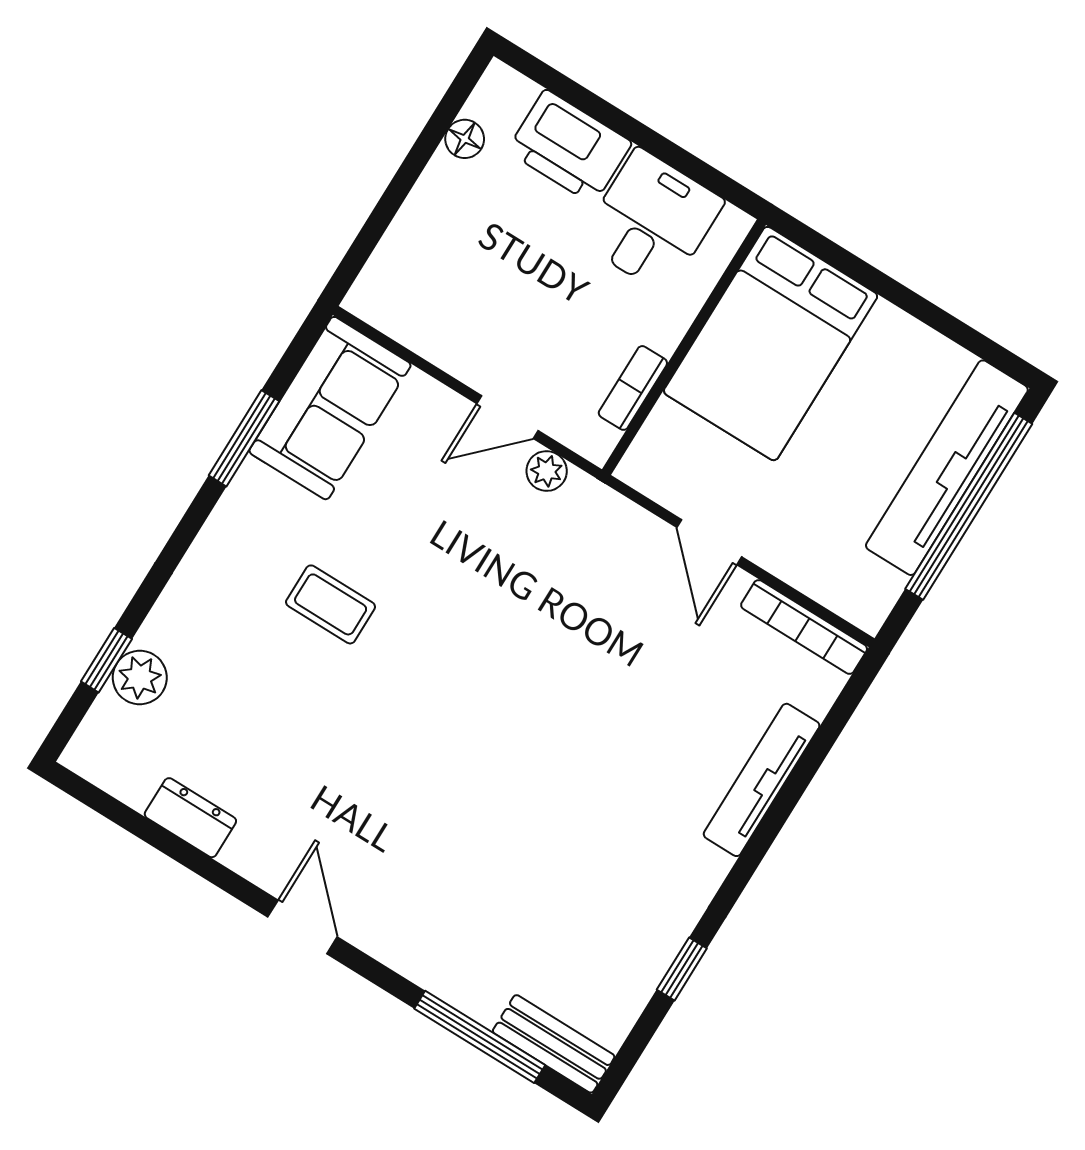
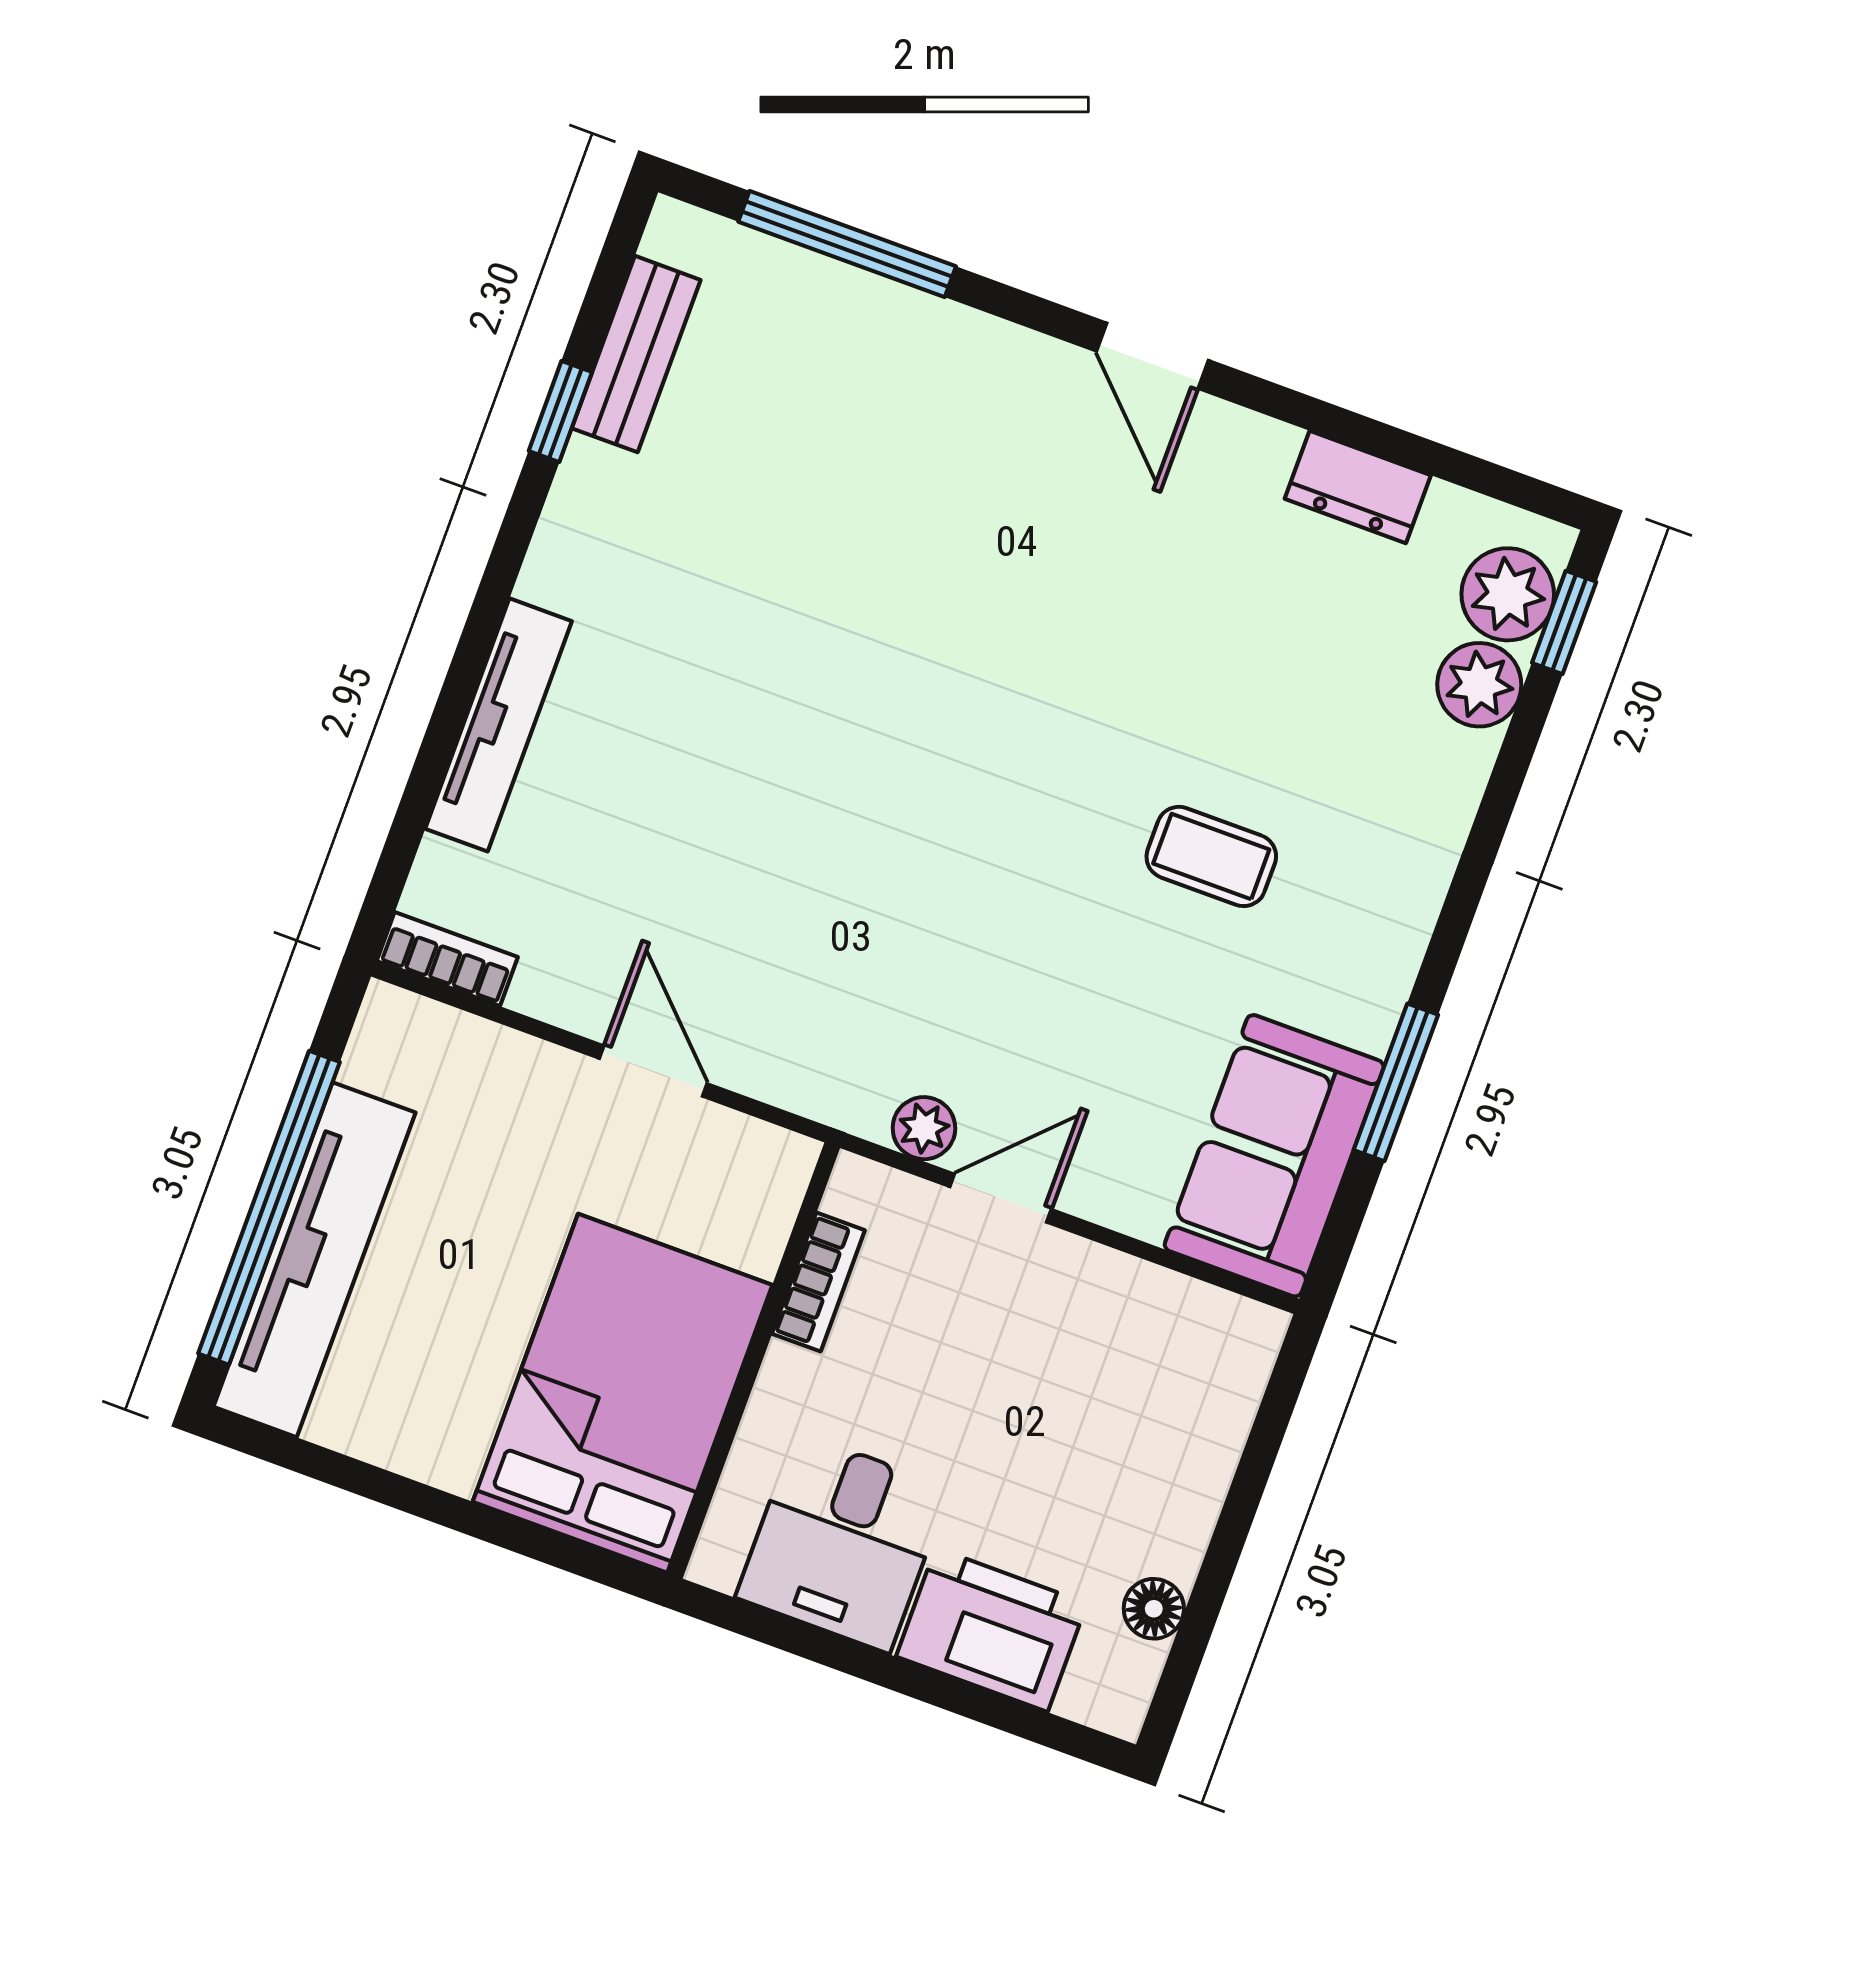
bookcase: (804, 627) -> (447, 959), width x0.64
window: (106, 660) -> (1564, 622), moved
plant: (110, 731) -> (1508, 594), added
bench: (554, 1044) -> (636, 354), moved, turned 90

